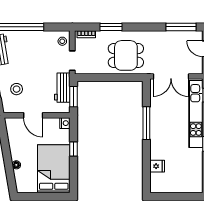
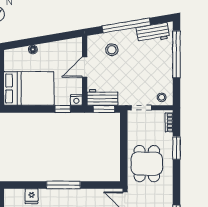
workbench: (62, 88) -> (102, 97), moved
window: (146, 123) -> (63, 185), moved
window: (74, 149) -> (63, 109), moved

